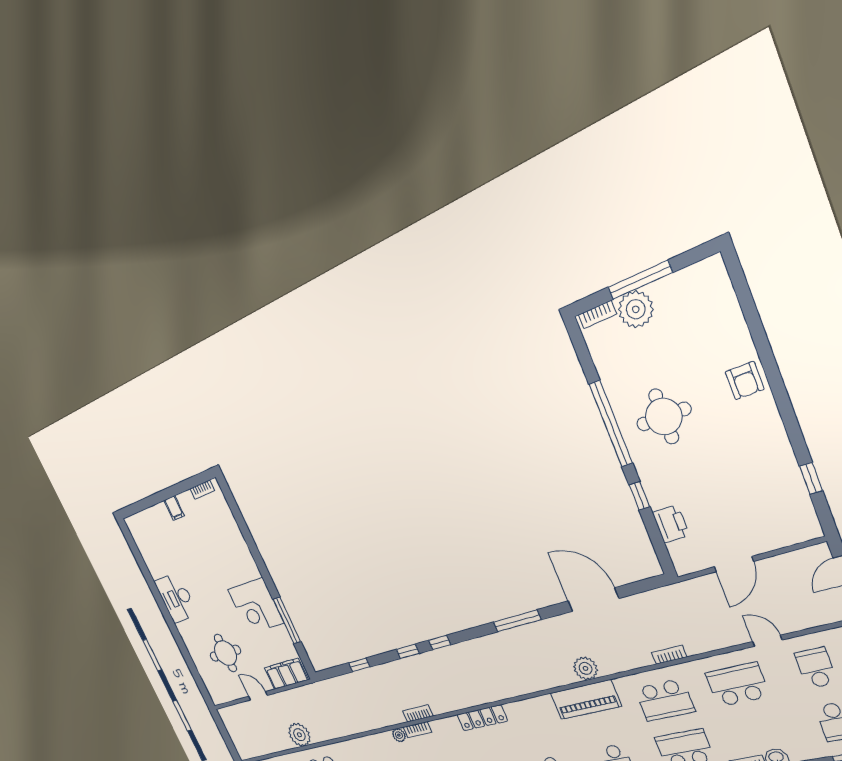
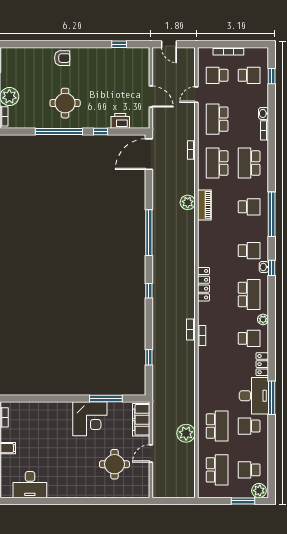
desk: (176, 598) -> (30, 485), moved
door: (593, 600) -> (149, 154), moved
window: (517, 621) -> (149, 233), width x1.46
window: (408, 651) -> (149, 316), removed
piano: (586, 700) -> (204, 205), width x0.73, depth x0.75
school desk: (665, 700) -> (217, 163), turned 180
plant: (399, 735) -> (203, 352), removed

